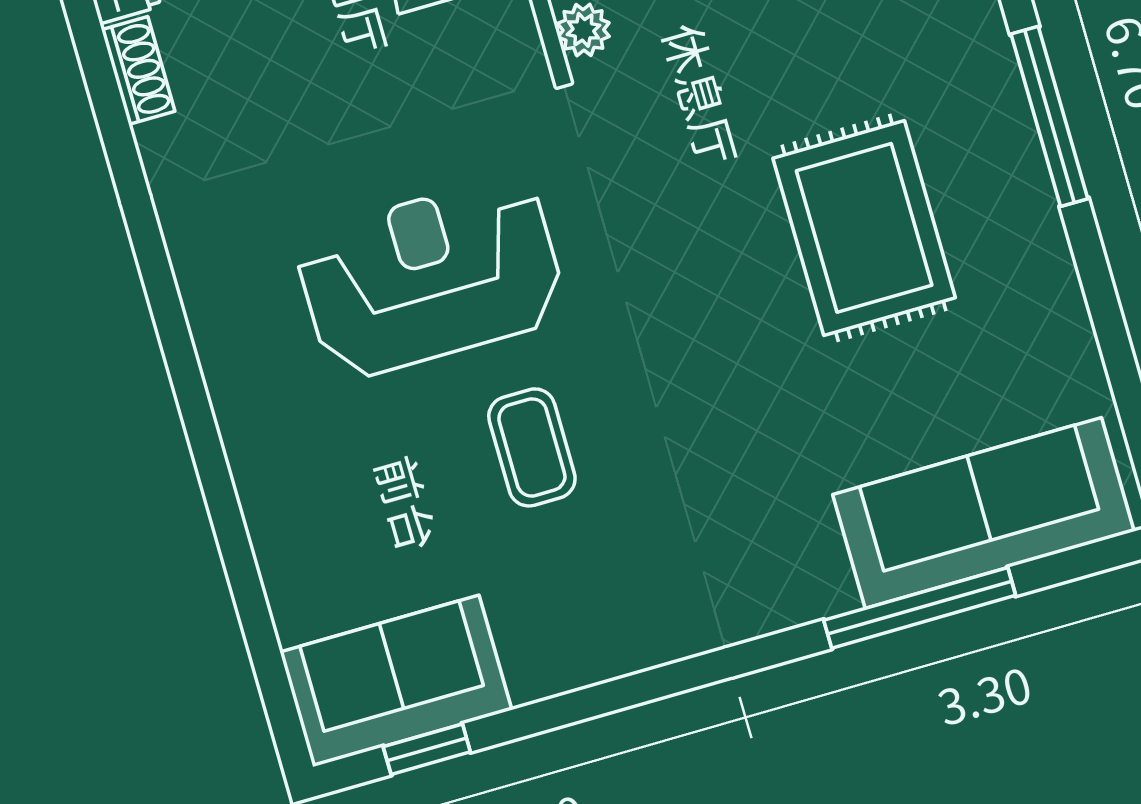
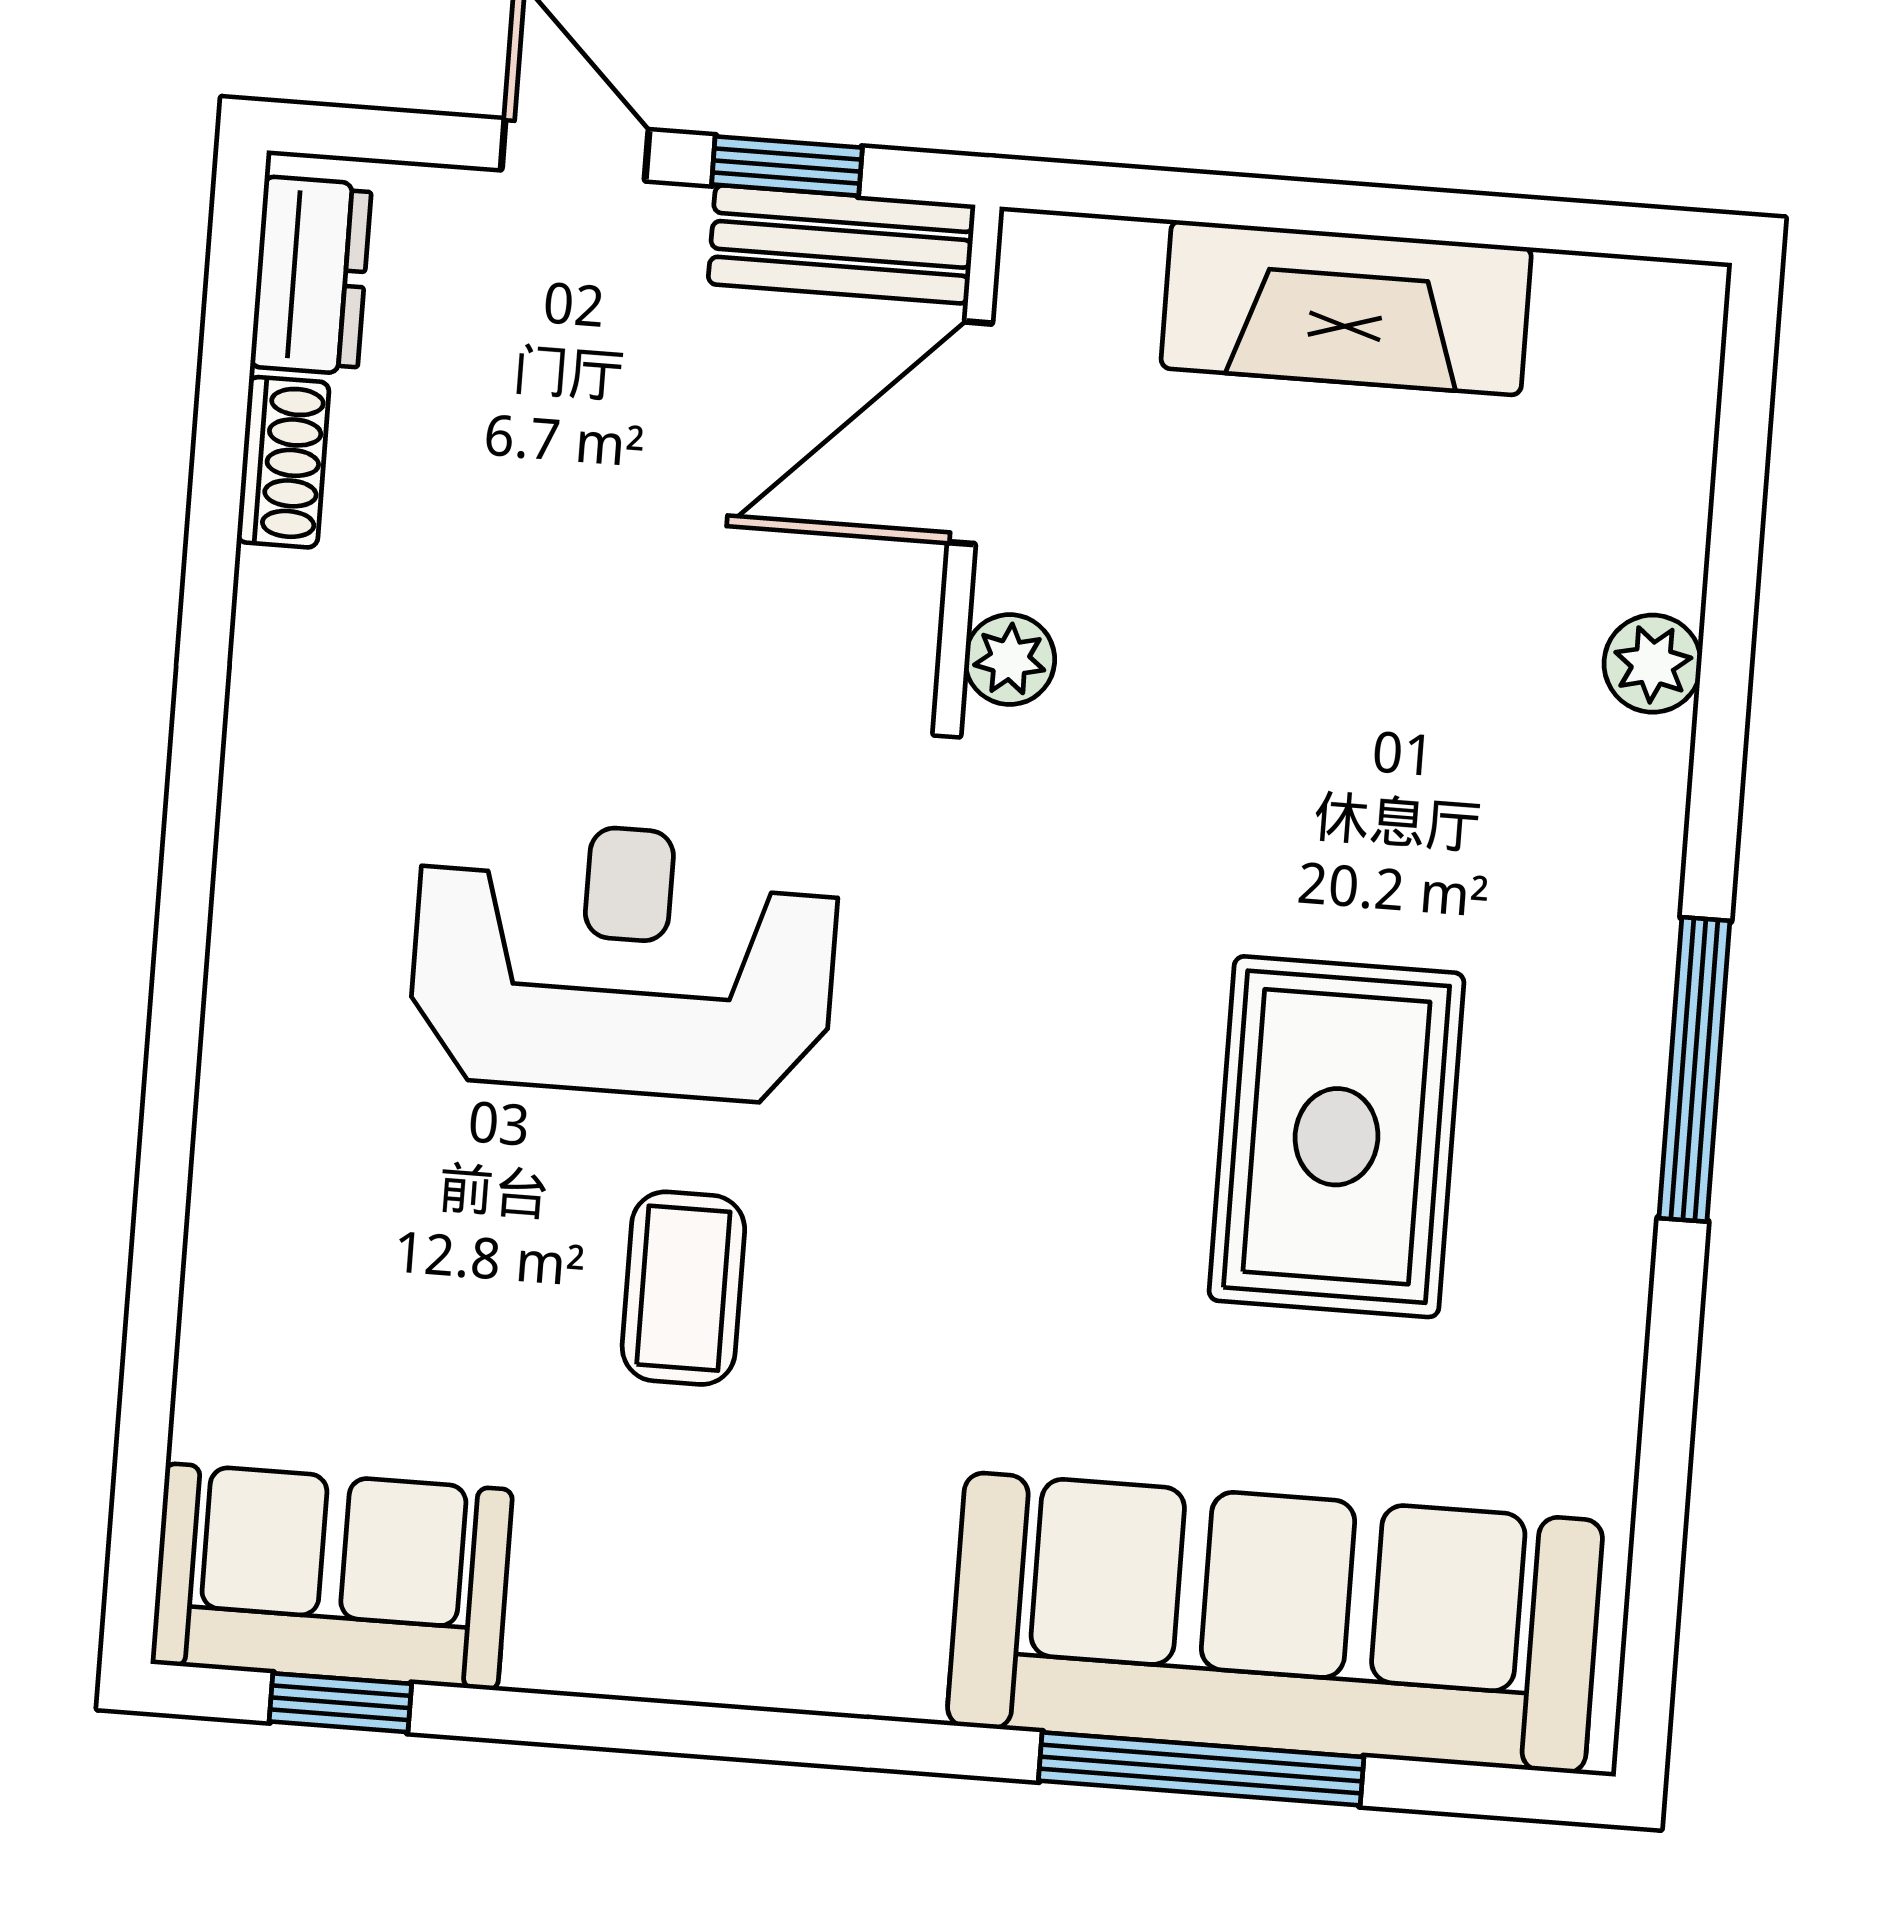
sofa: (983, 513) -> (1275, 1623), width x1.36, depth x1.27

